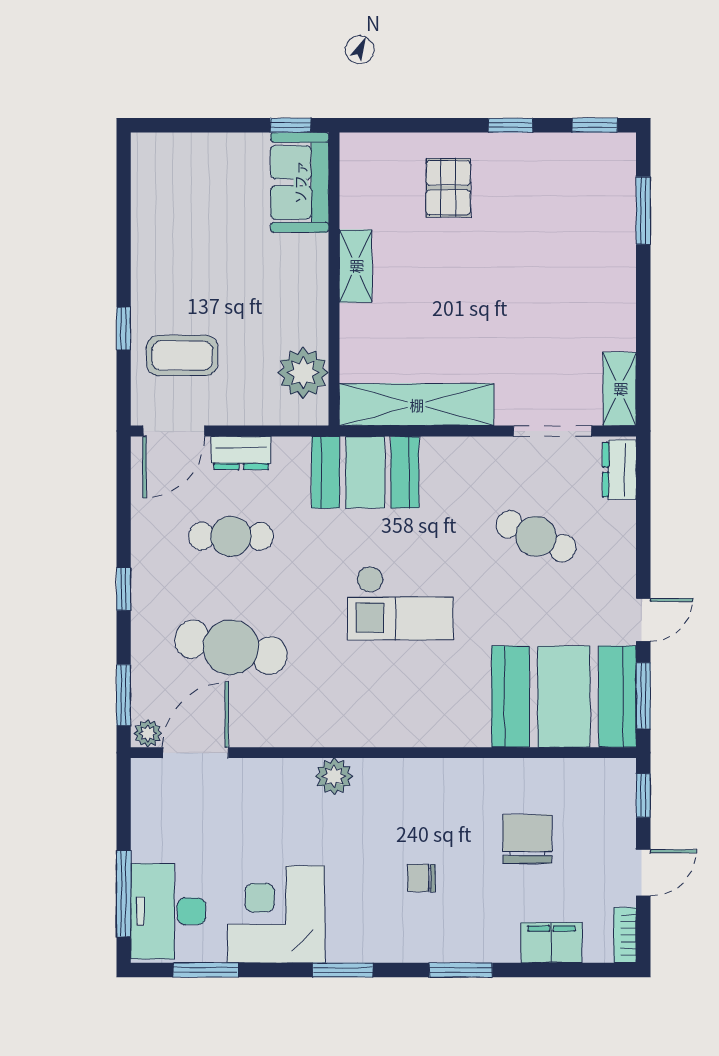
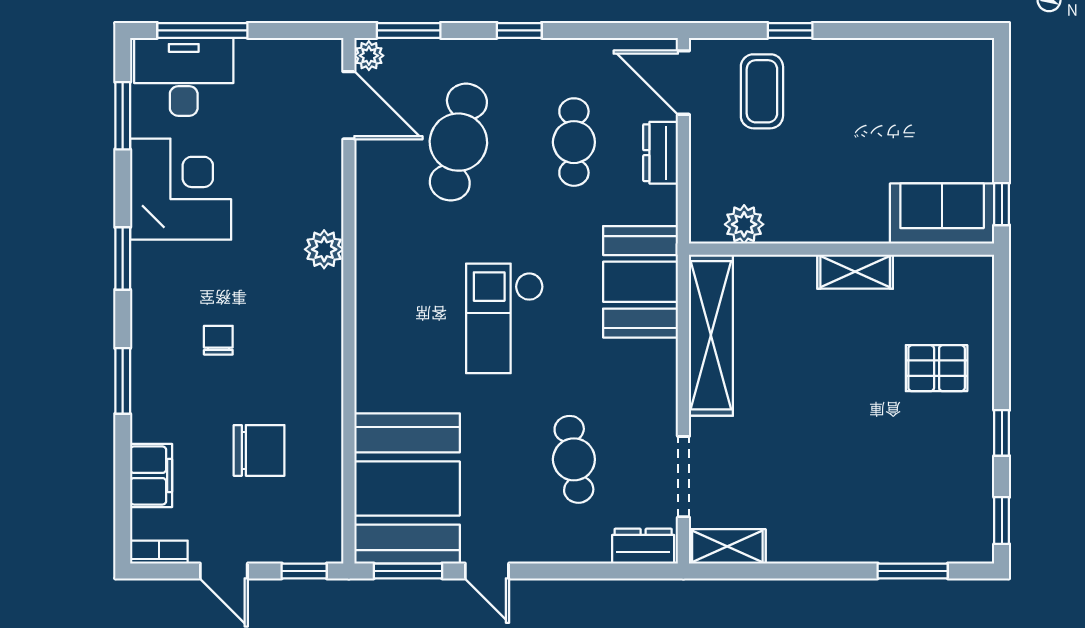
plant: (303, 373) -> (744, 224), width x0.73, depth x0.73
cafe table: (536, 536) -> (574, 459), turned -33

